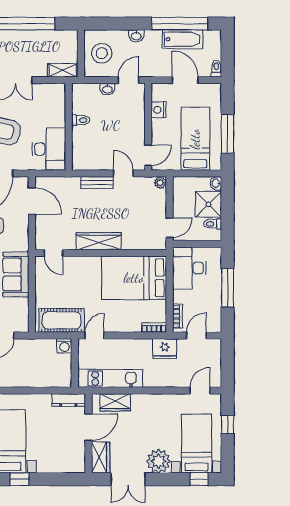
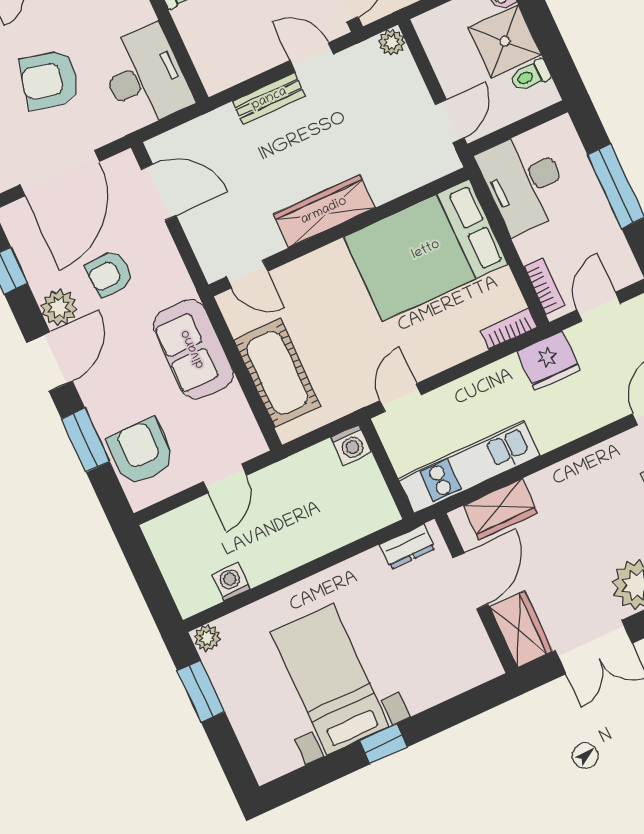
cot: (62, 320) -> (277, 373), moved, turned 90
dresser: (68, 400) -> (407, 546), width x0.70

